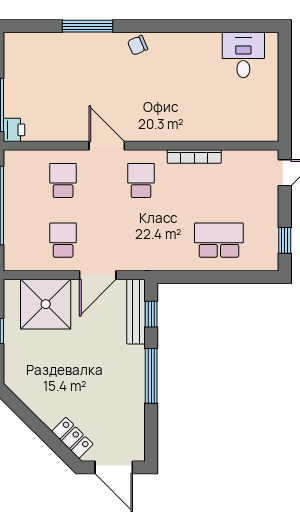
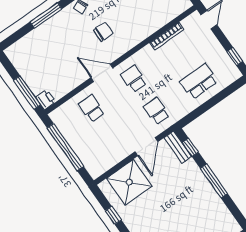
chair: (144, 96) -> (103, 32), added
bookcase: (194, 156) -> (167, 36), moved
school desk: (63, 240) -> (157, 111), moved
bench: (136, 312) -> (178, 147), width x0.73

